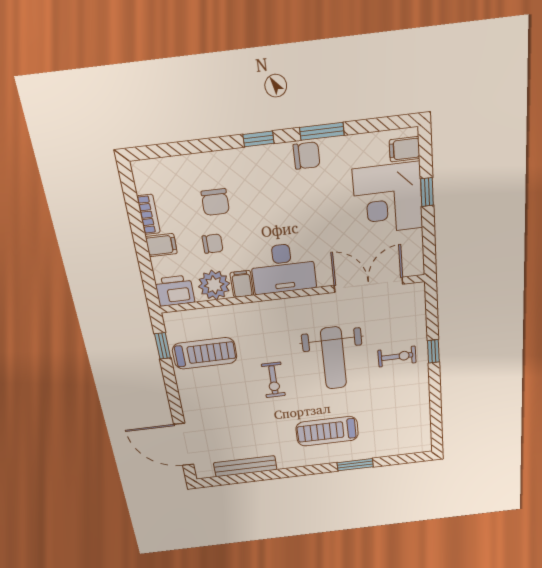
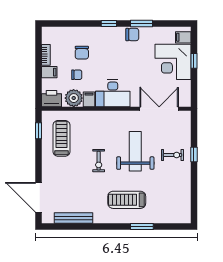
treadmill: (205, 353) -> (62, 138), turned -90
weight bench: (334, 358) -> (135, 151), turned 180

